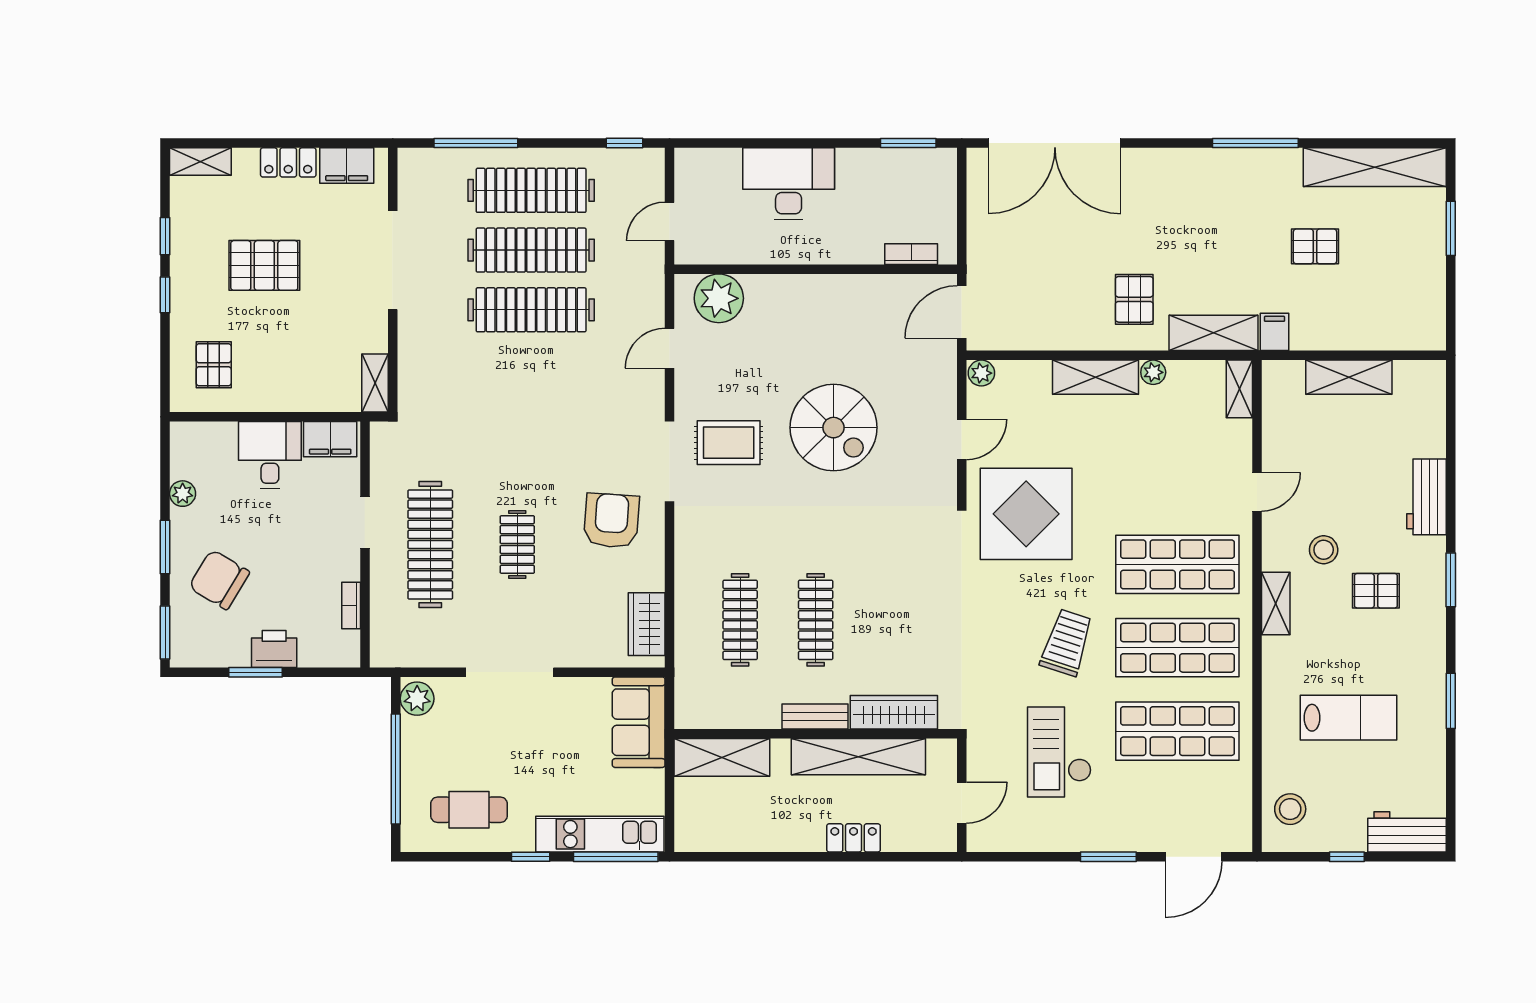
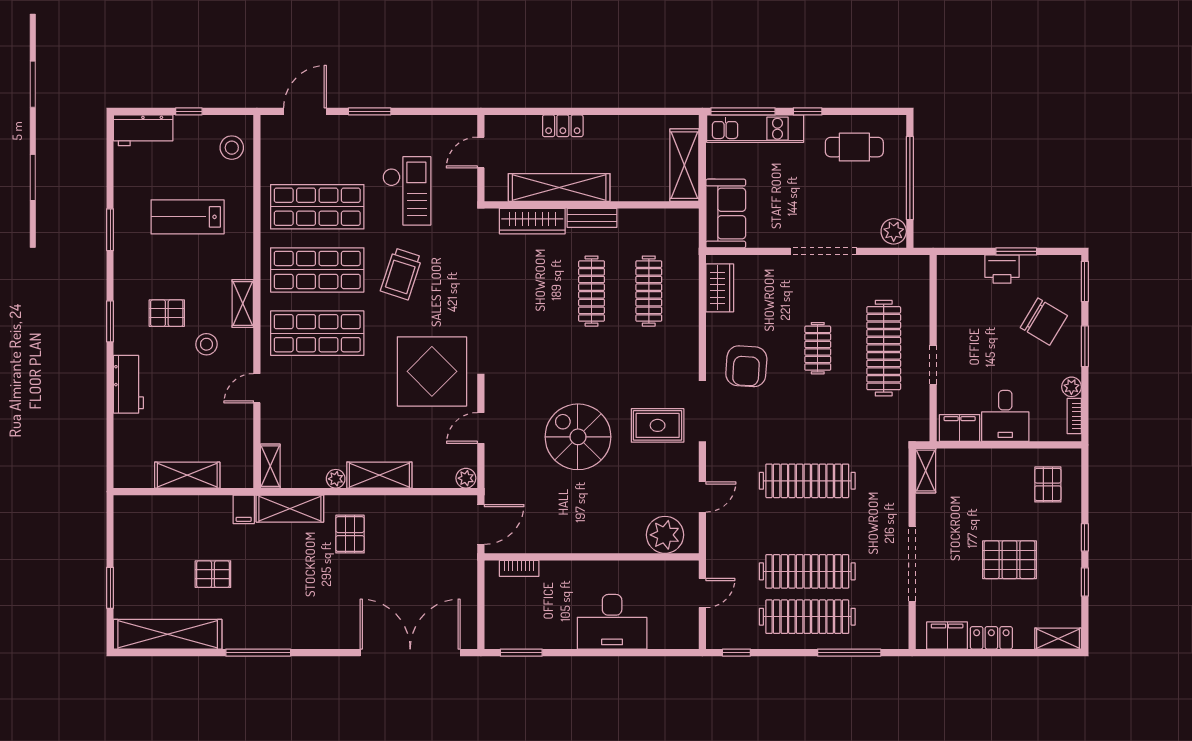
clothes rail: (531, 310) -> (807, 481), moved
bookcase: (351, 605) -> (1074, 416), moved, turned 180
shelving: (722, 757) -> (684, 165), moved, turned 90

